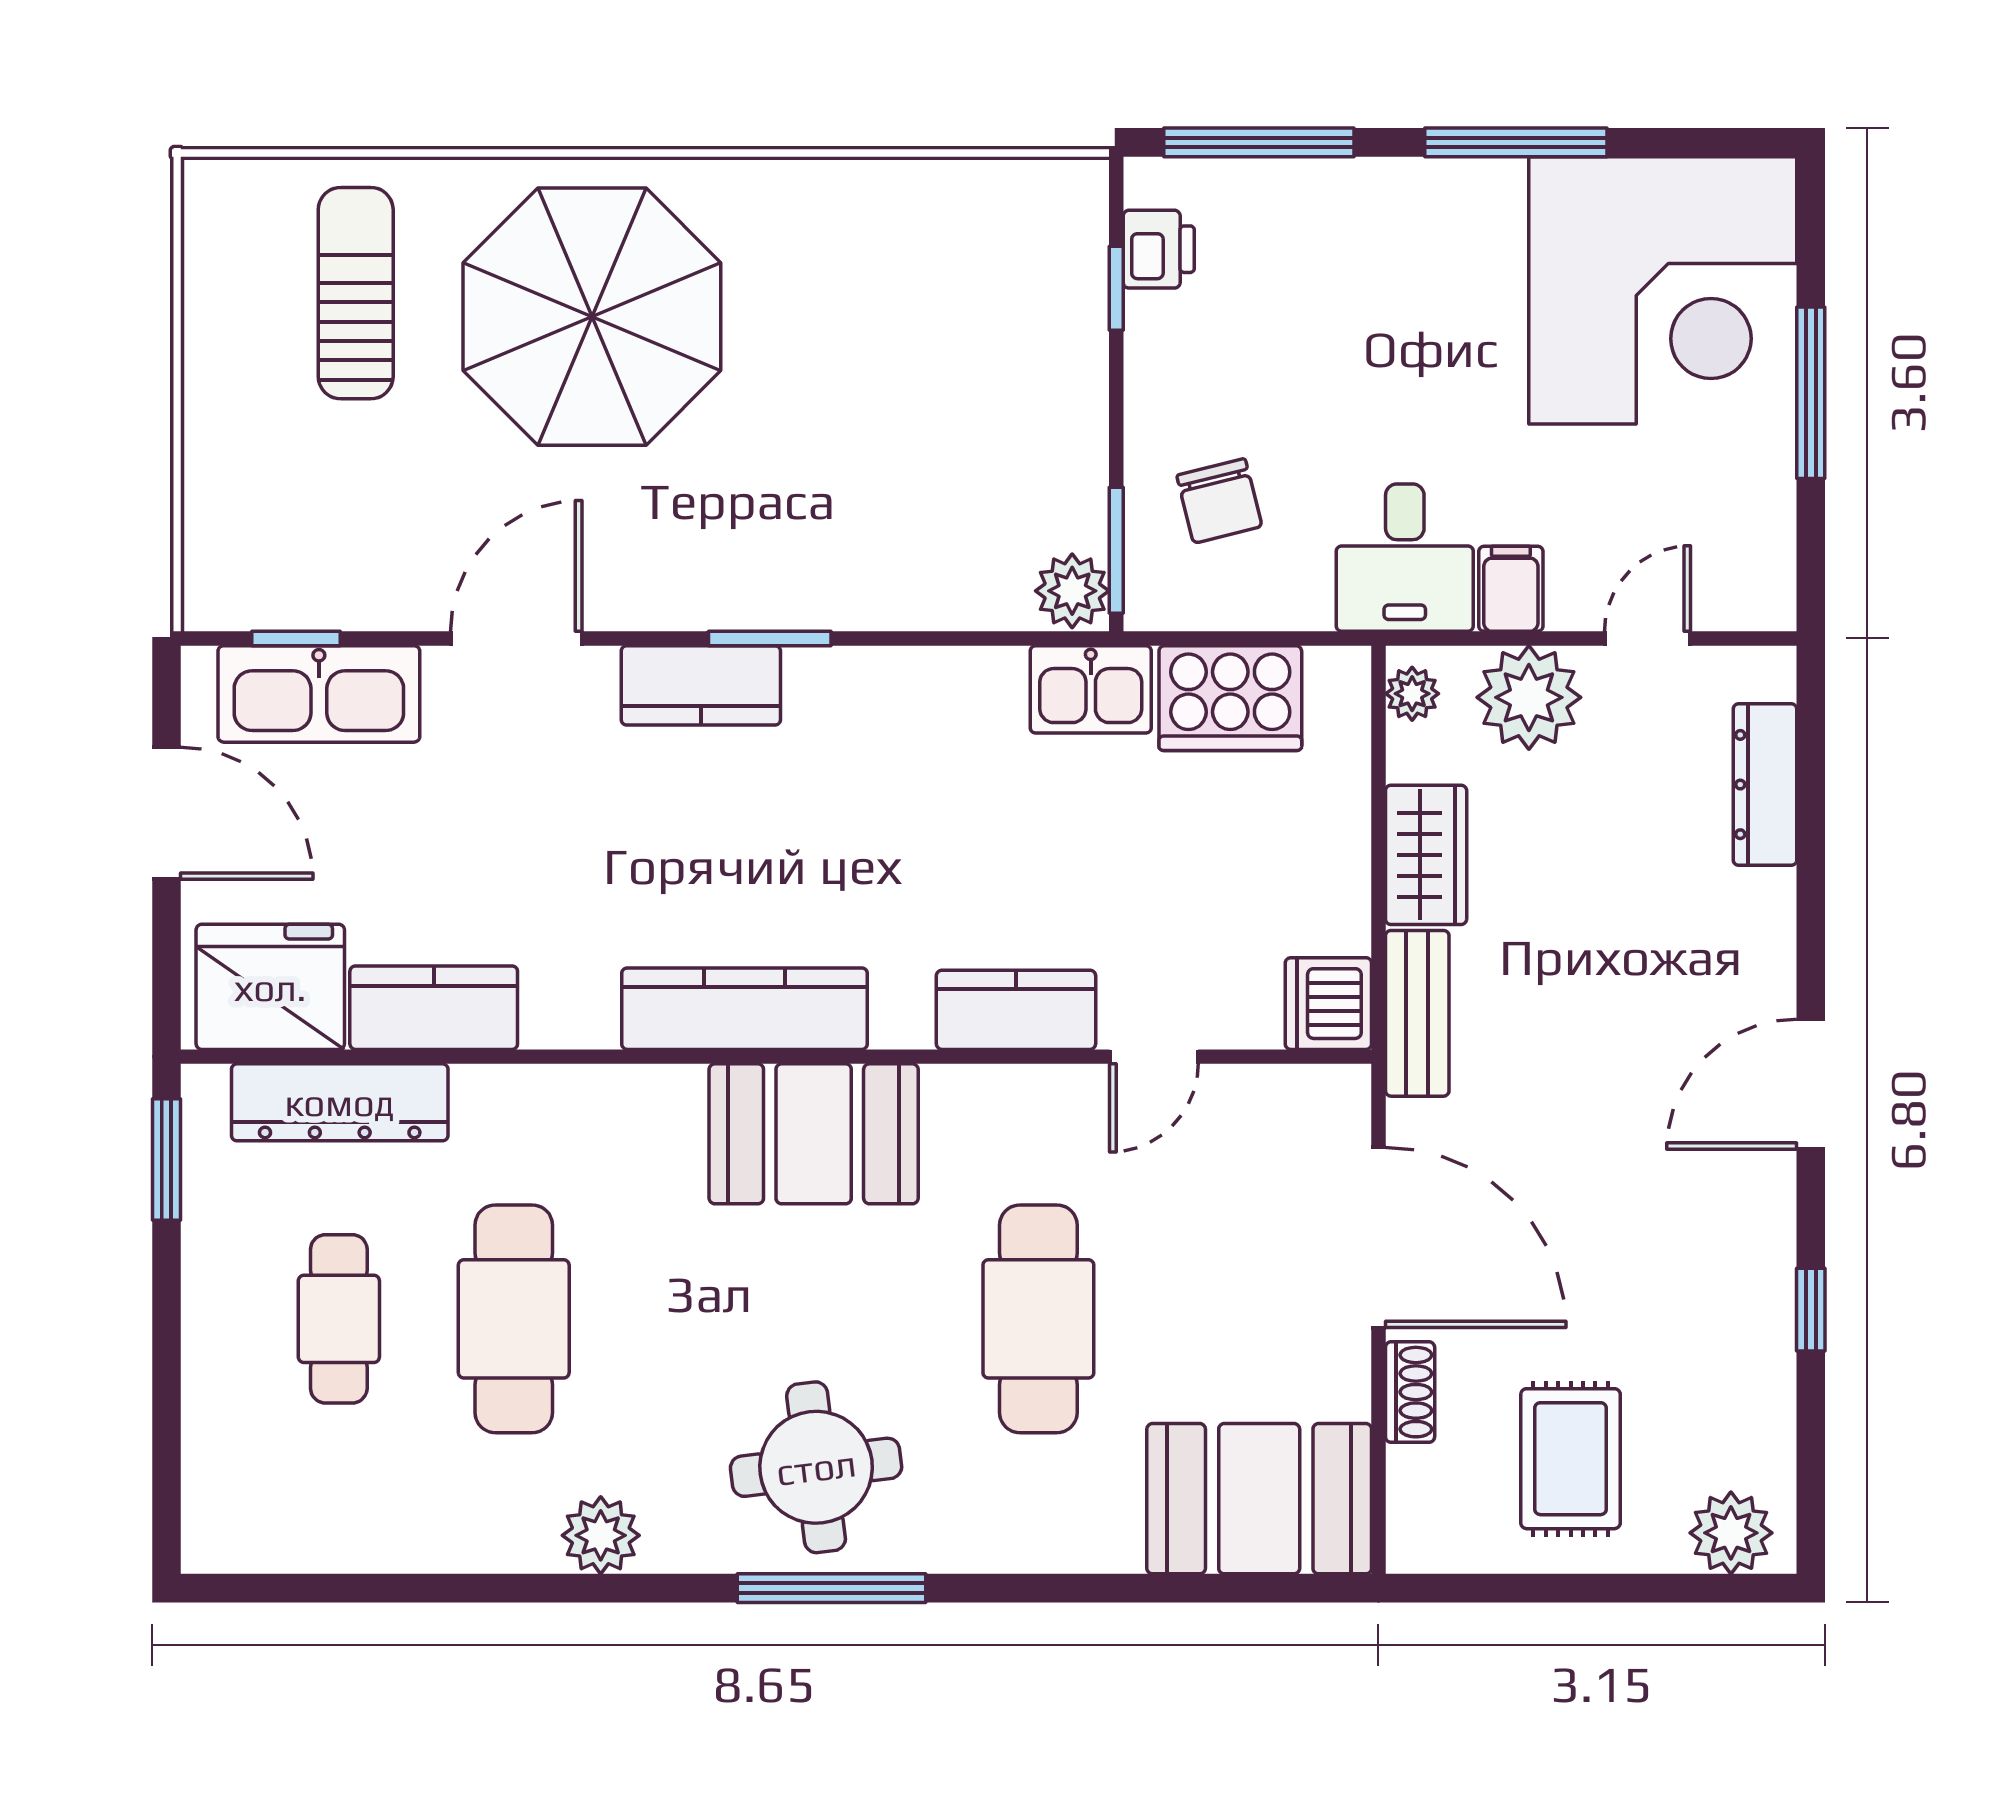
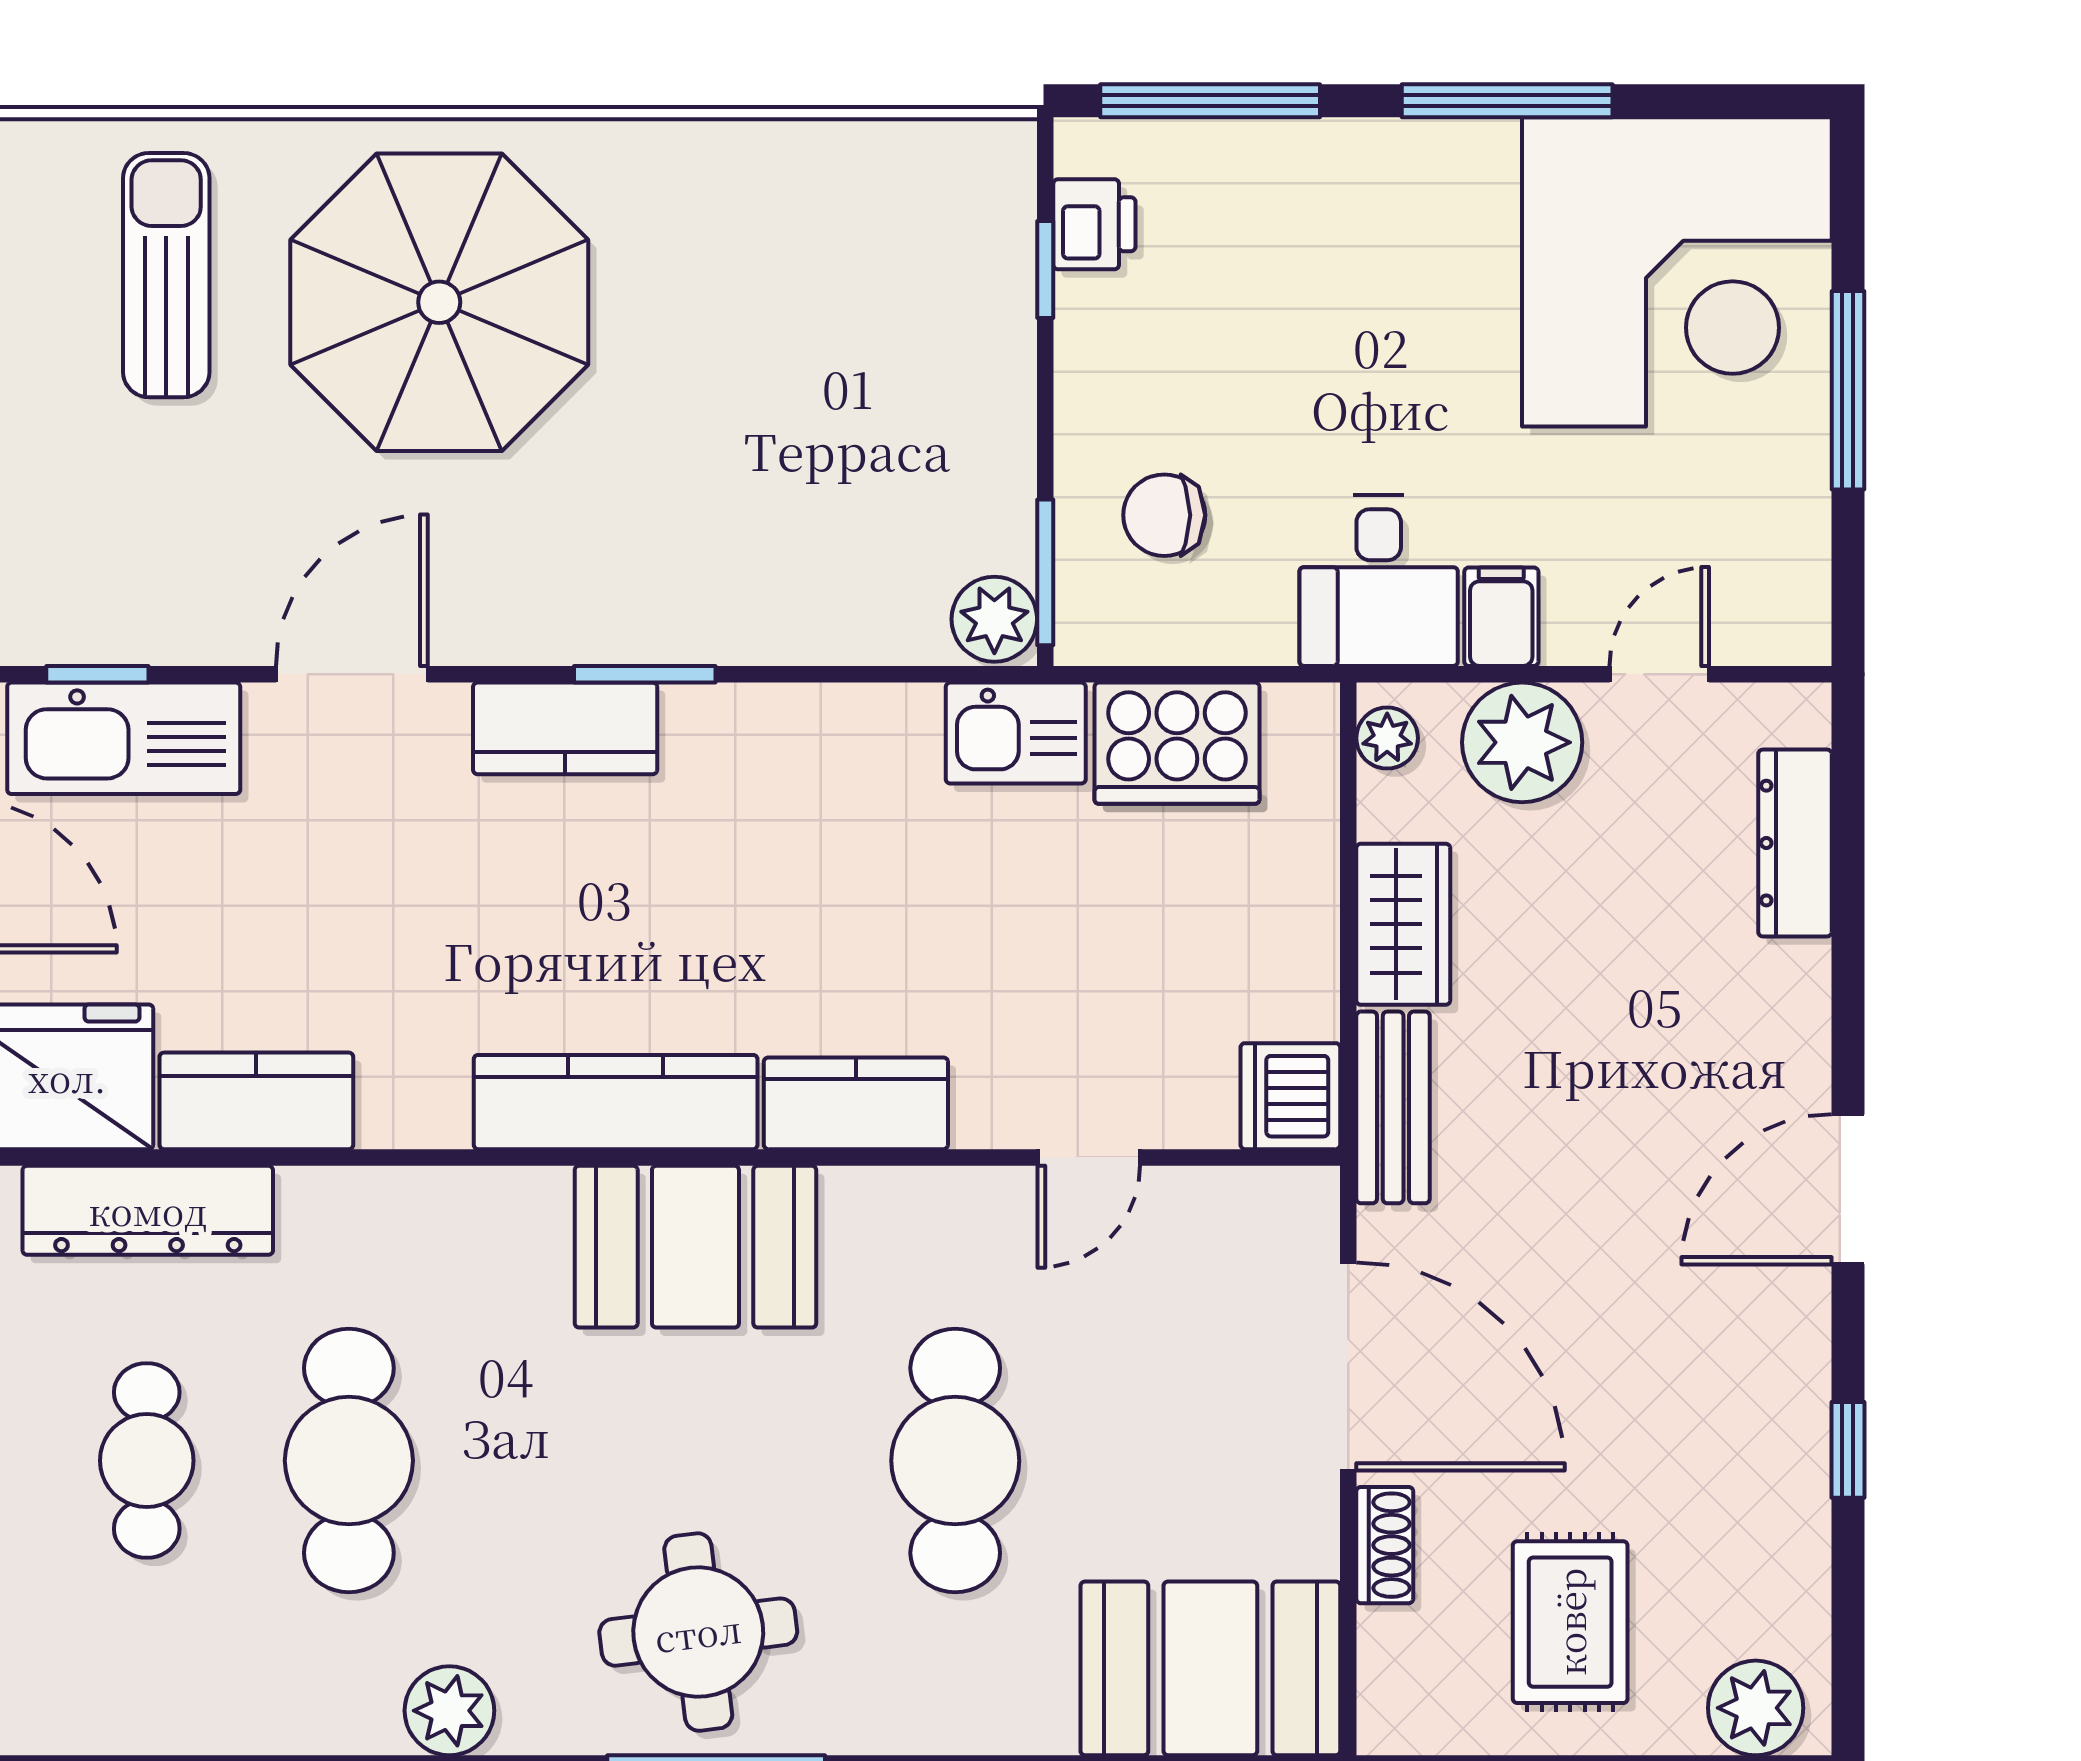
chair: (1219, 501) -> (1164, 515), turned 104
kitchen counter: (1016, 1010) -> (856, 1103), moved

